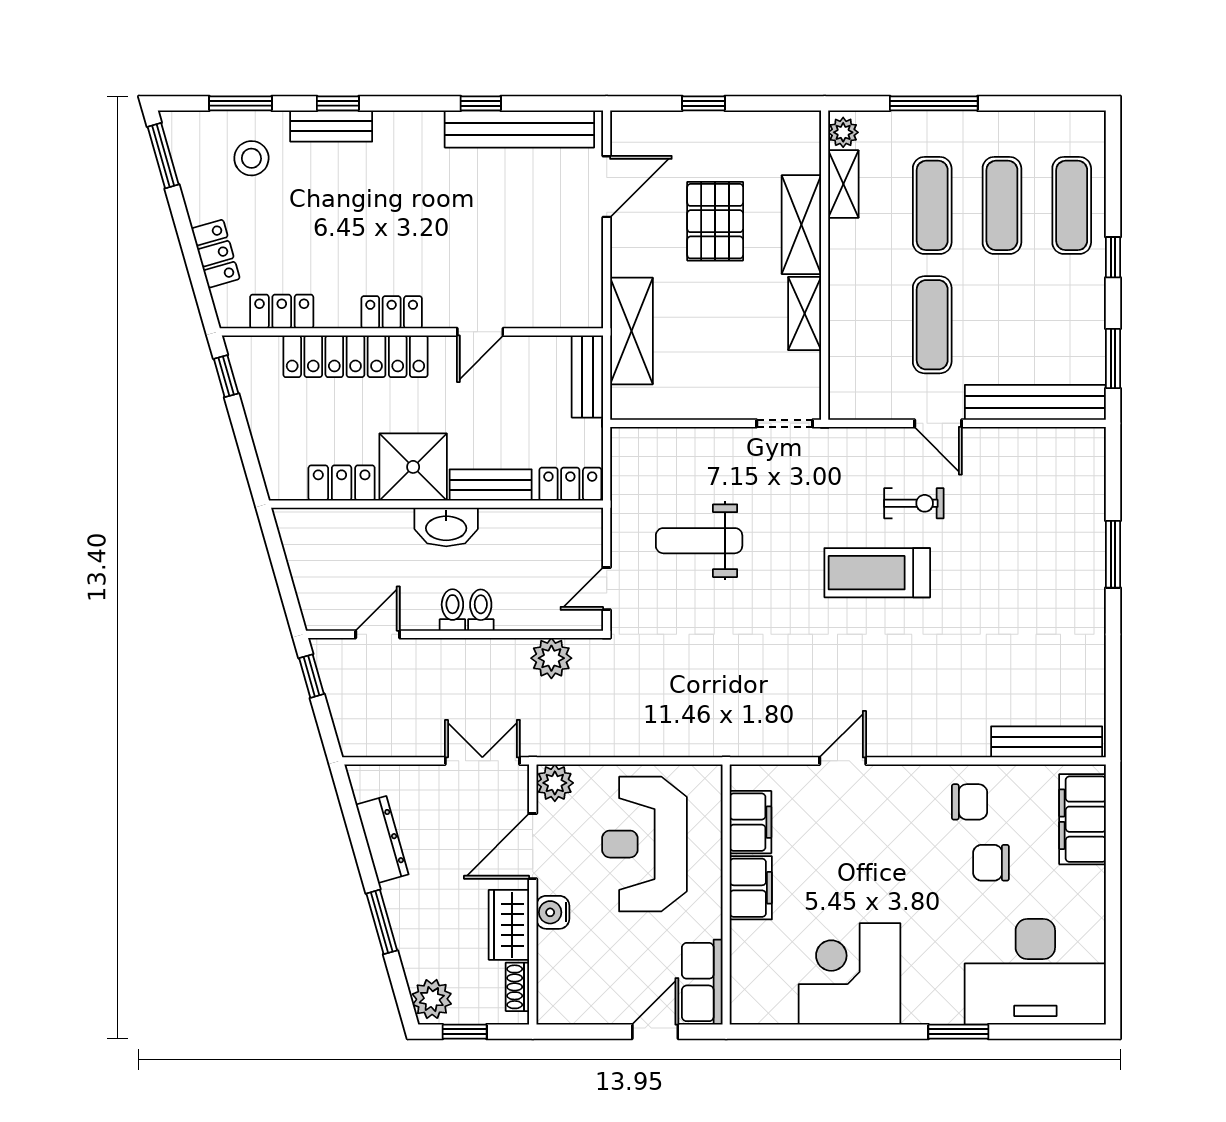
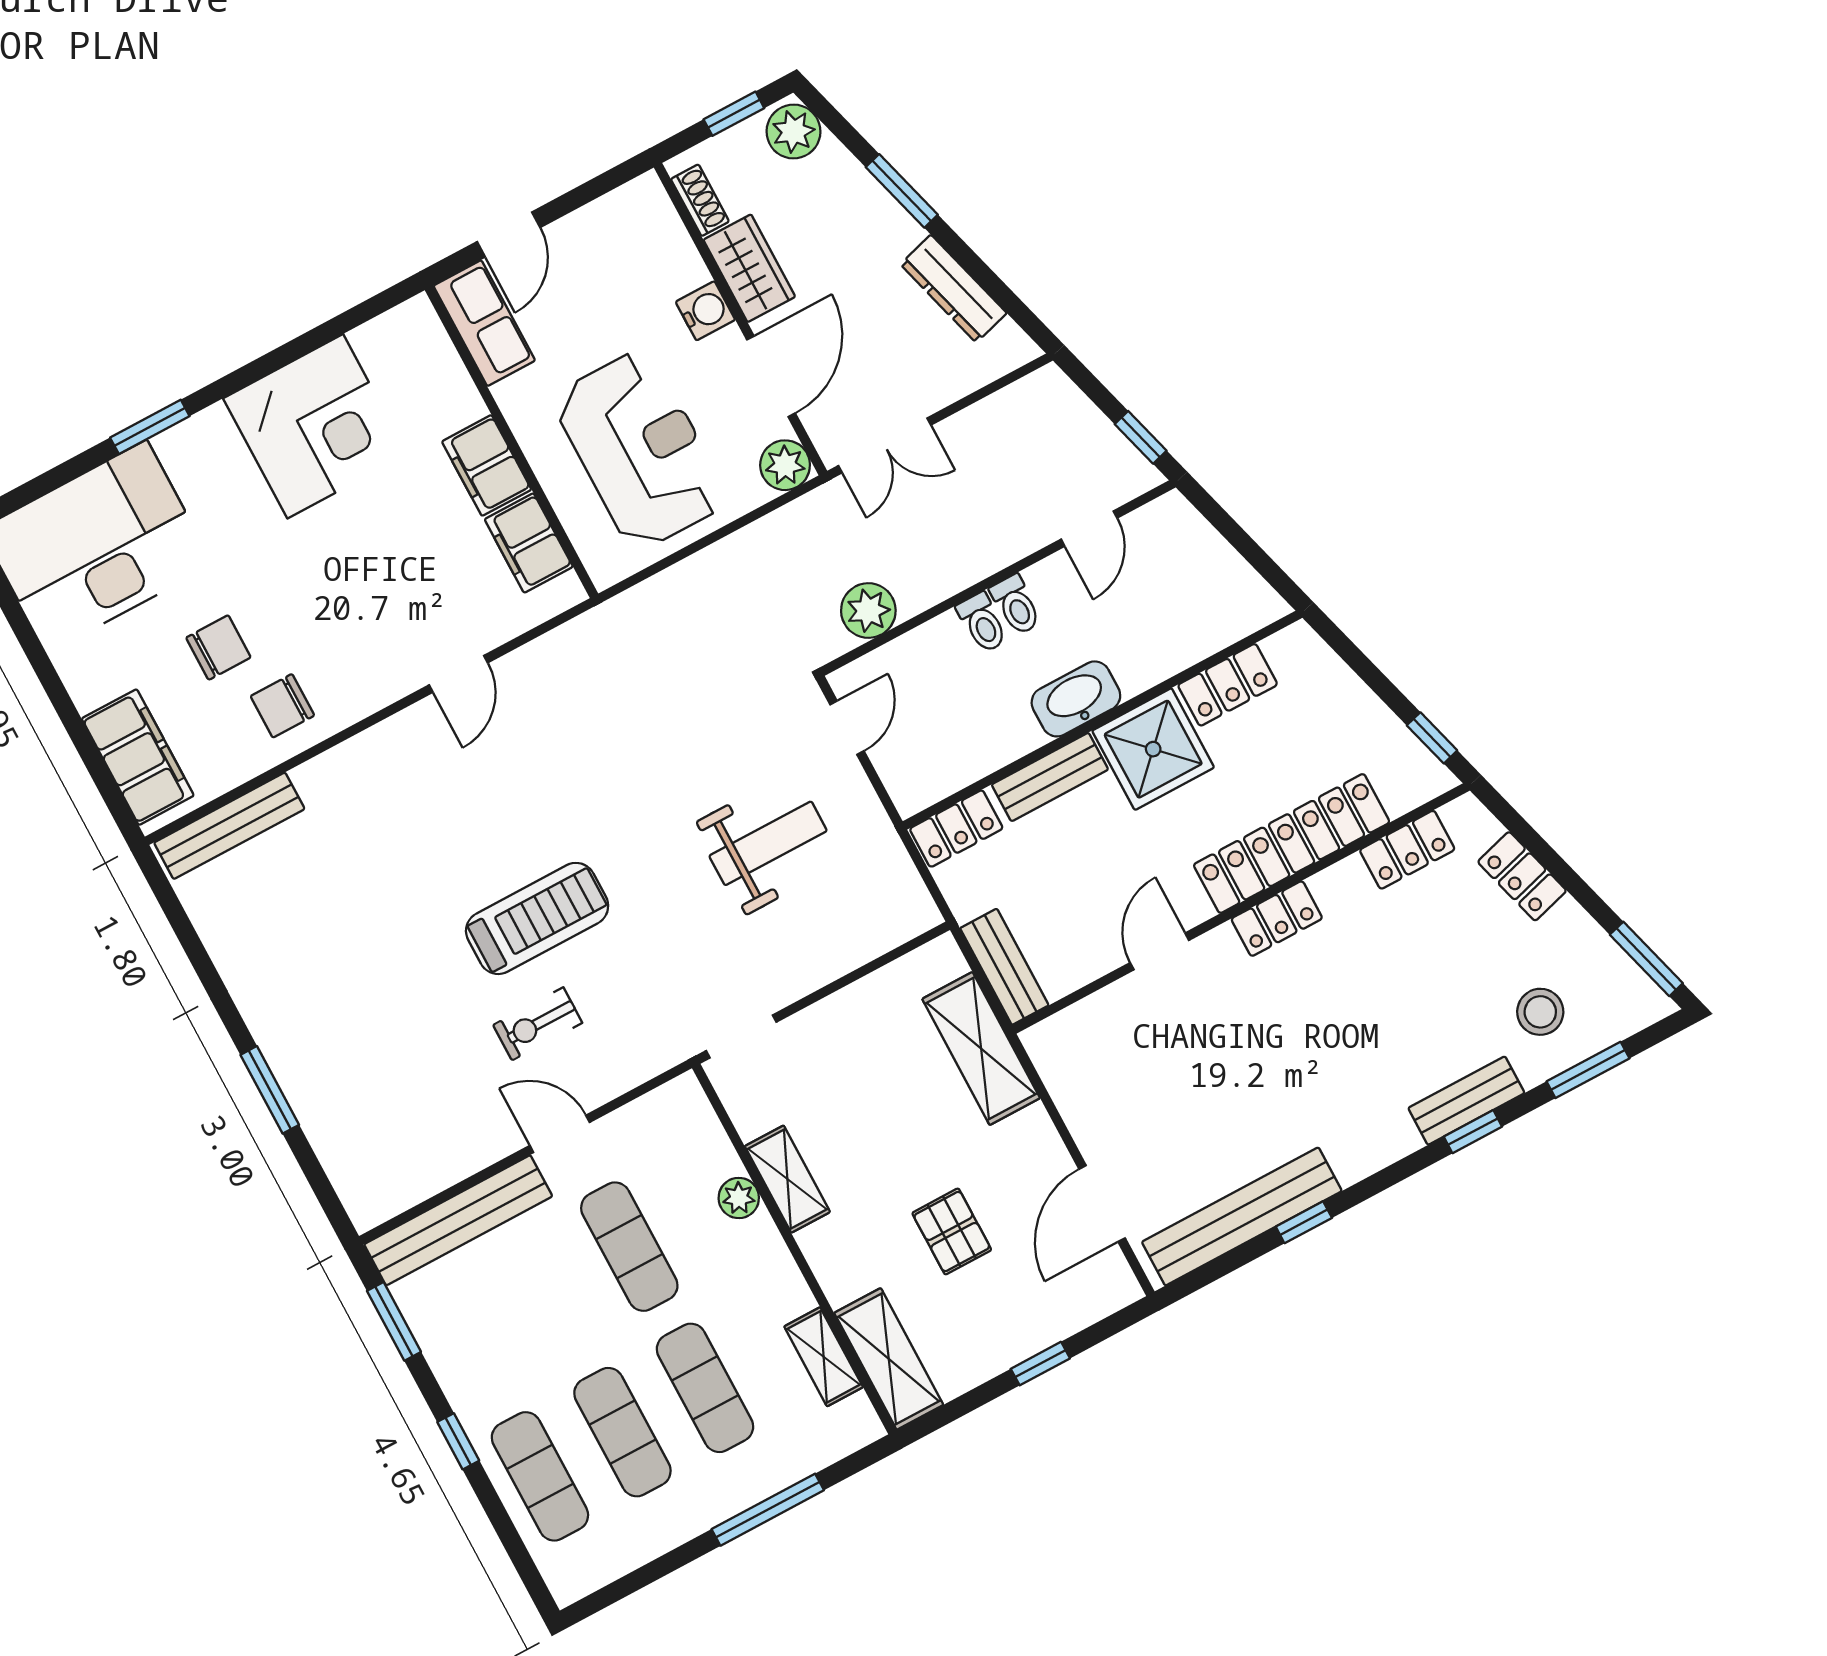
plant: (843, 132) -> (739, 1198), moved
pallet: (715, 221) -> (952, 1231), width x0.67, depth x0.71
shelving: (801, 225) -> (889, 1359), moved

